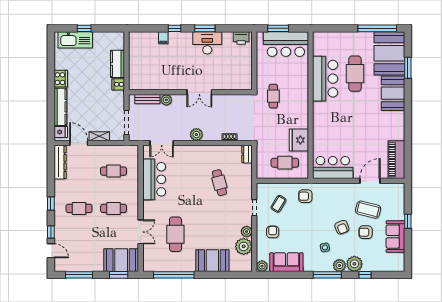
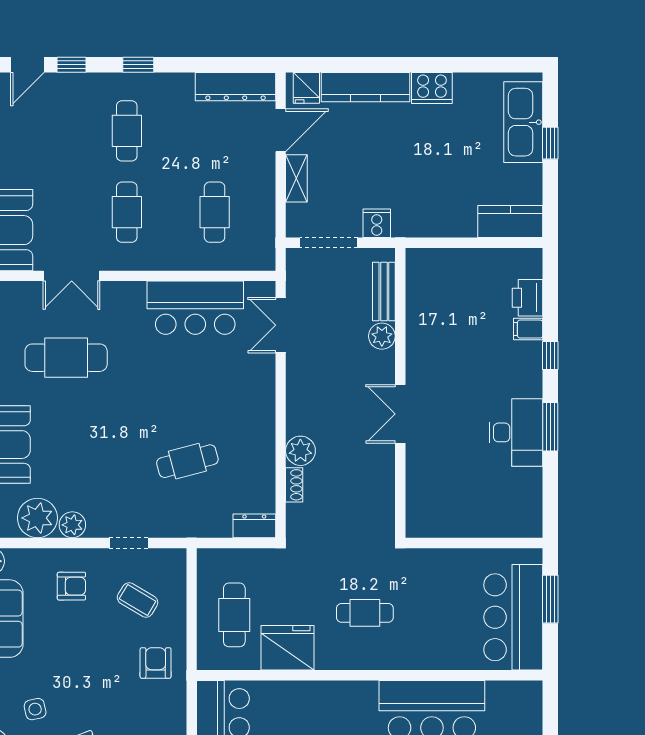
printer: (241, 38) -> (527, 298), moved
kitchen counter: (118, 64) -> (510, 222), moved
cooker: (118, 84) -> (377, 223), moved
cafe table: (273, 96) -> (365, 613), moved
plant: (196, 135) -> (300, 451), moved

